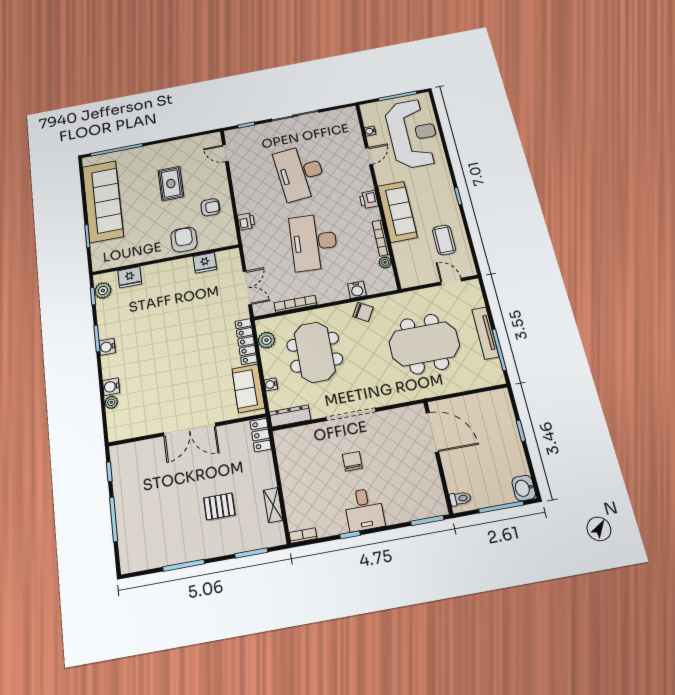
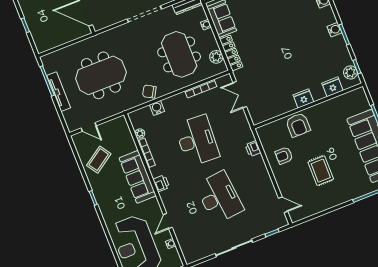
coffee table: (444, 240) -> (99, 160), turned 56
fridge: (205, 263) -> (303, 98), moved

